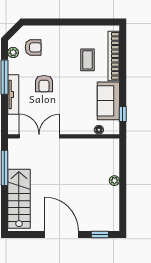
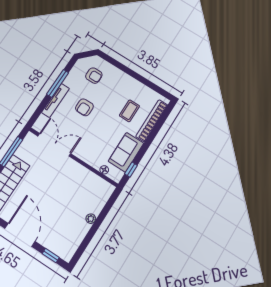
plant: (13, 53) -> (76, 70), removed

